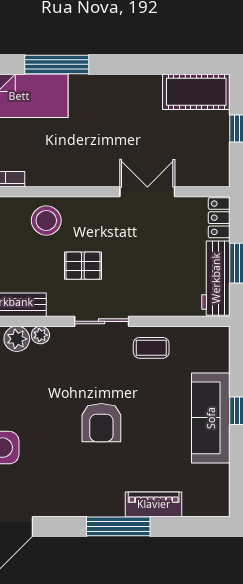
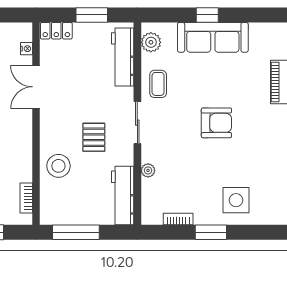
nightstand: (196, 180) -> (26, 49), added
workbench: (216, 278) -> (123, 57), moved, turned 90
plant: (17, 339) -> (151, 42), moved

